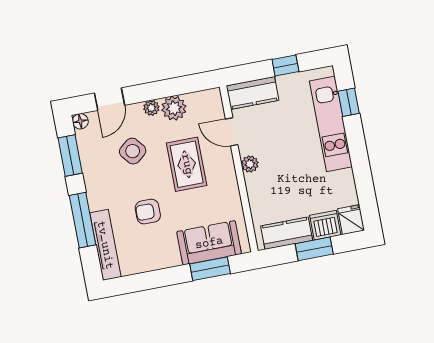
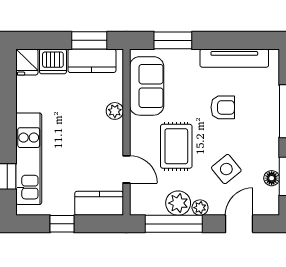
window: (174, 87) -> (174, 224), added
floor lamp: (80, 121) -> (272, 178), moved
plant: (250, 164) -> (115, 111), moved
sofa: (209, 243) -> (147, 86), moved, turned -90
tv unit: (105, 245) -> (234, 58), moved, turned -90
window: (314, 249) -> (89, 40), moved

